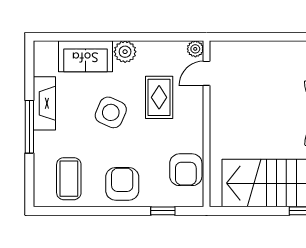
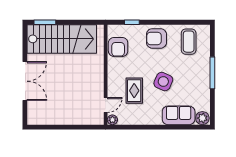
plant: (125, 52) -> (202, 118), moved
fireplace: (44, 103) -> (203, 87), removed
armchair: (186, 170) -> (118, 47), turned 180
armchair: (122, 184) -> (156, 38), turned 90

